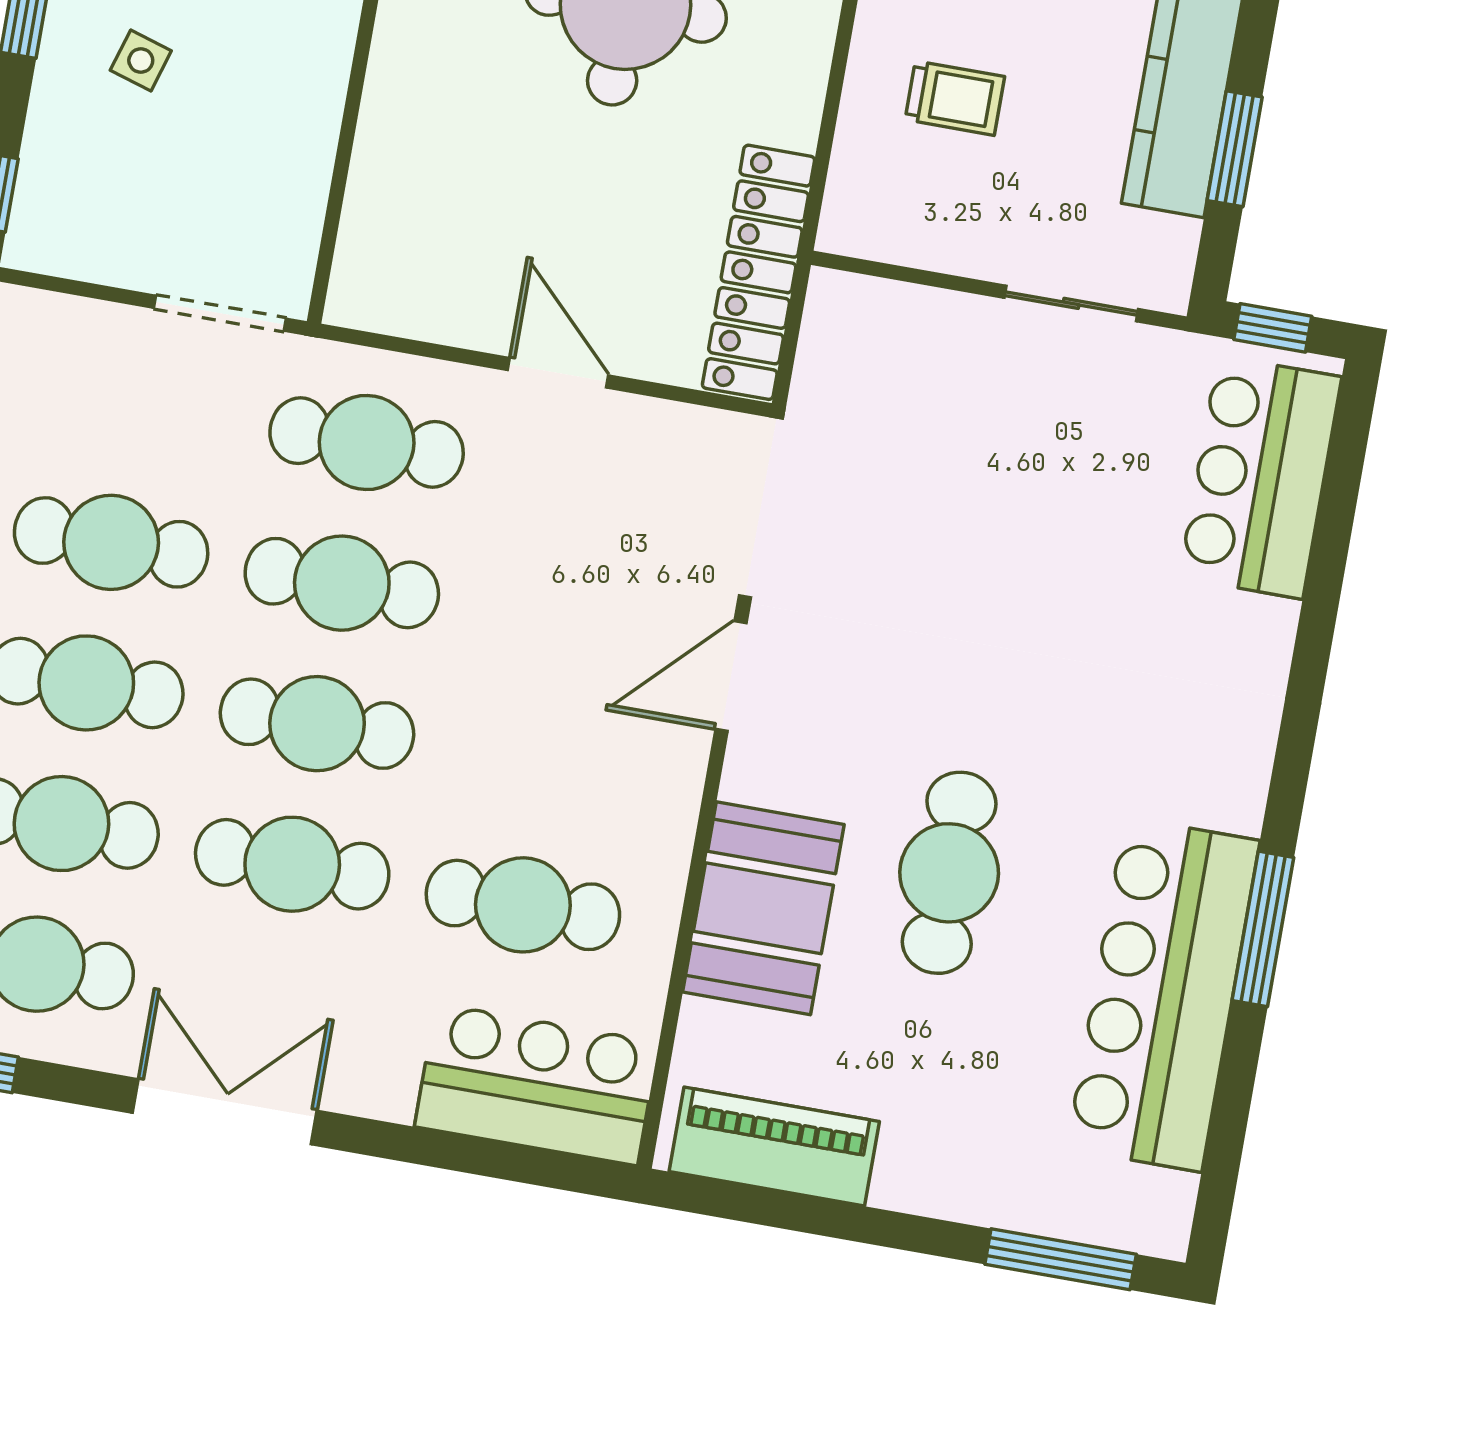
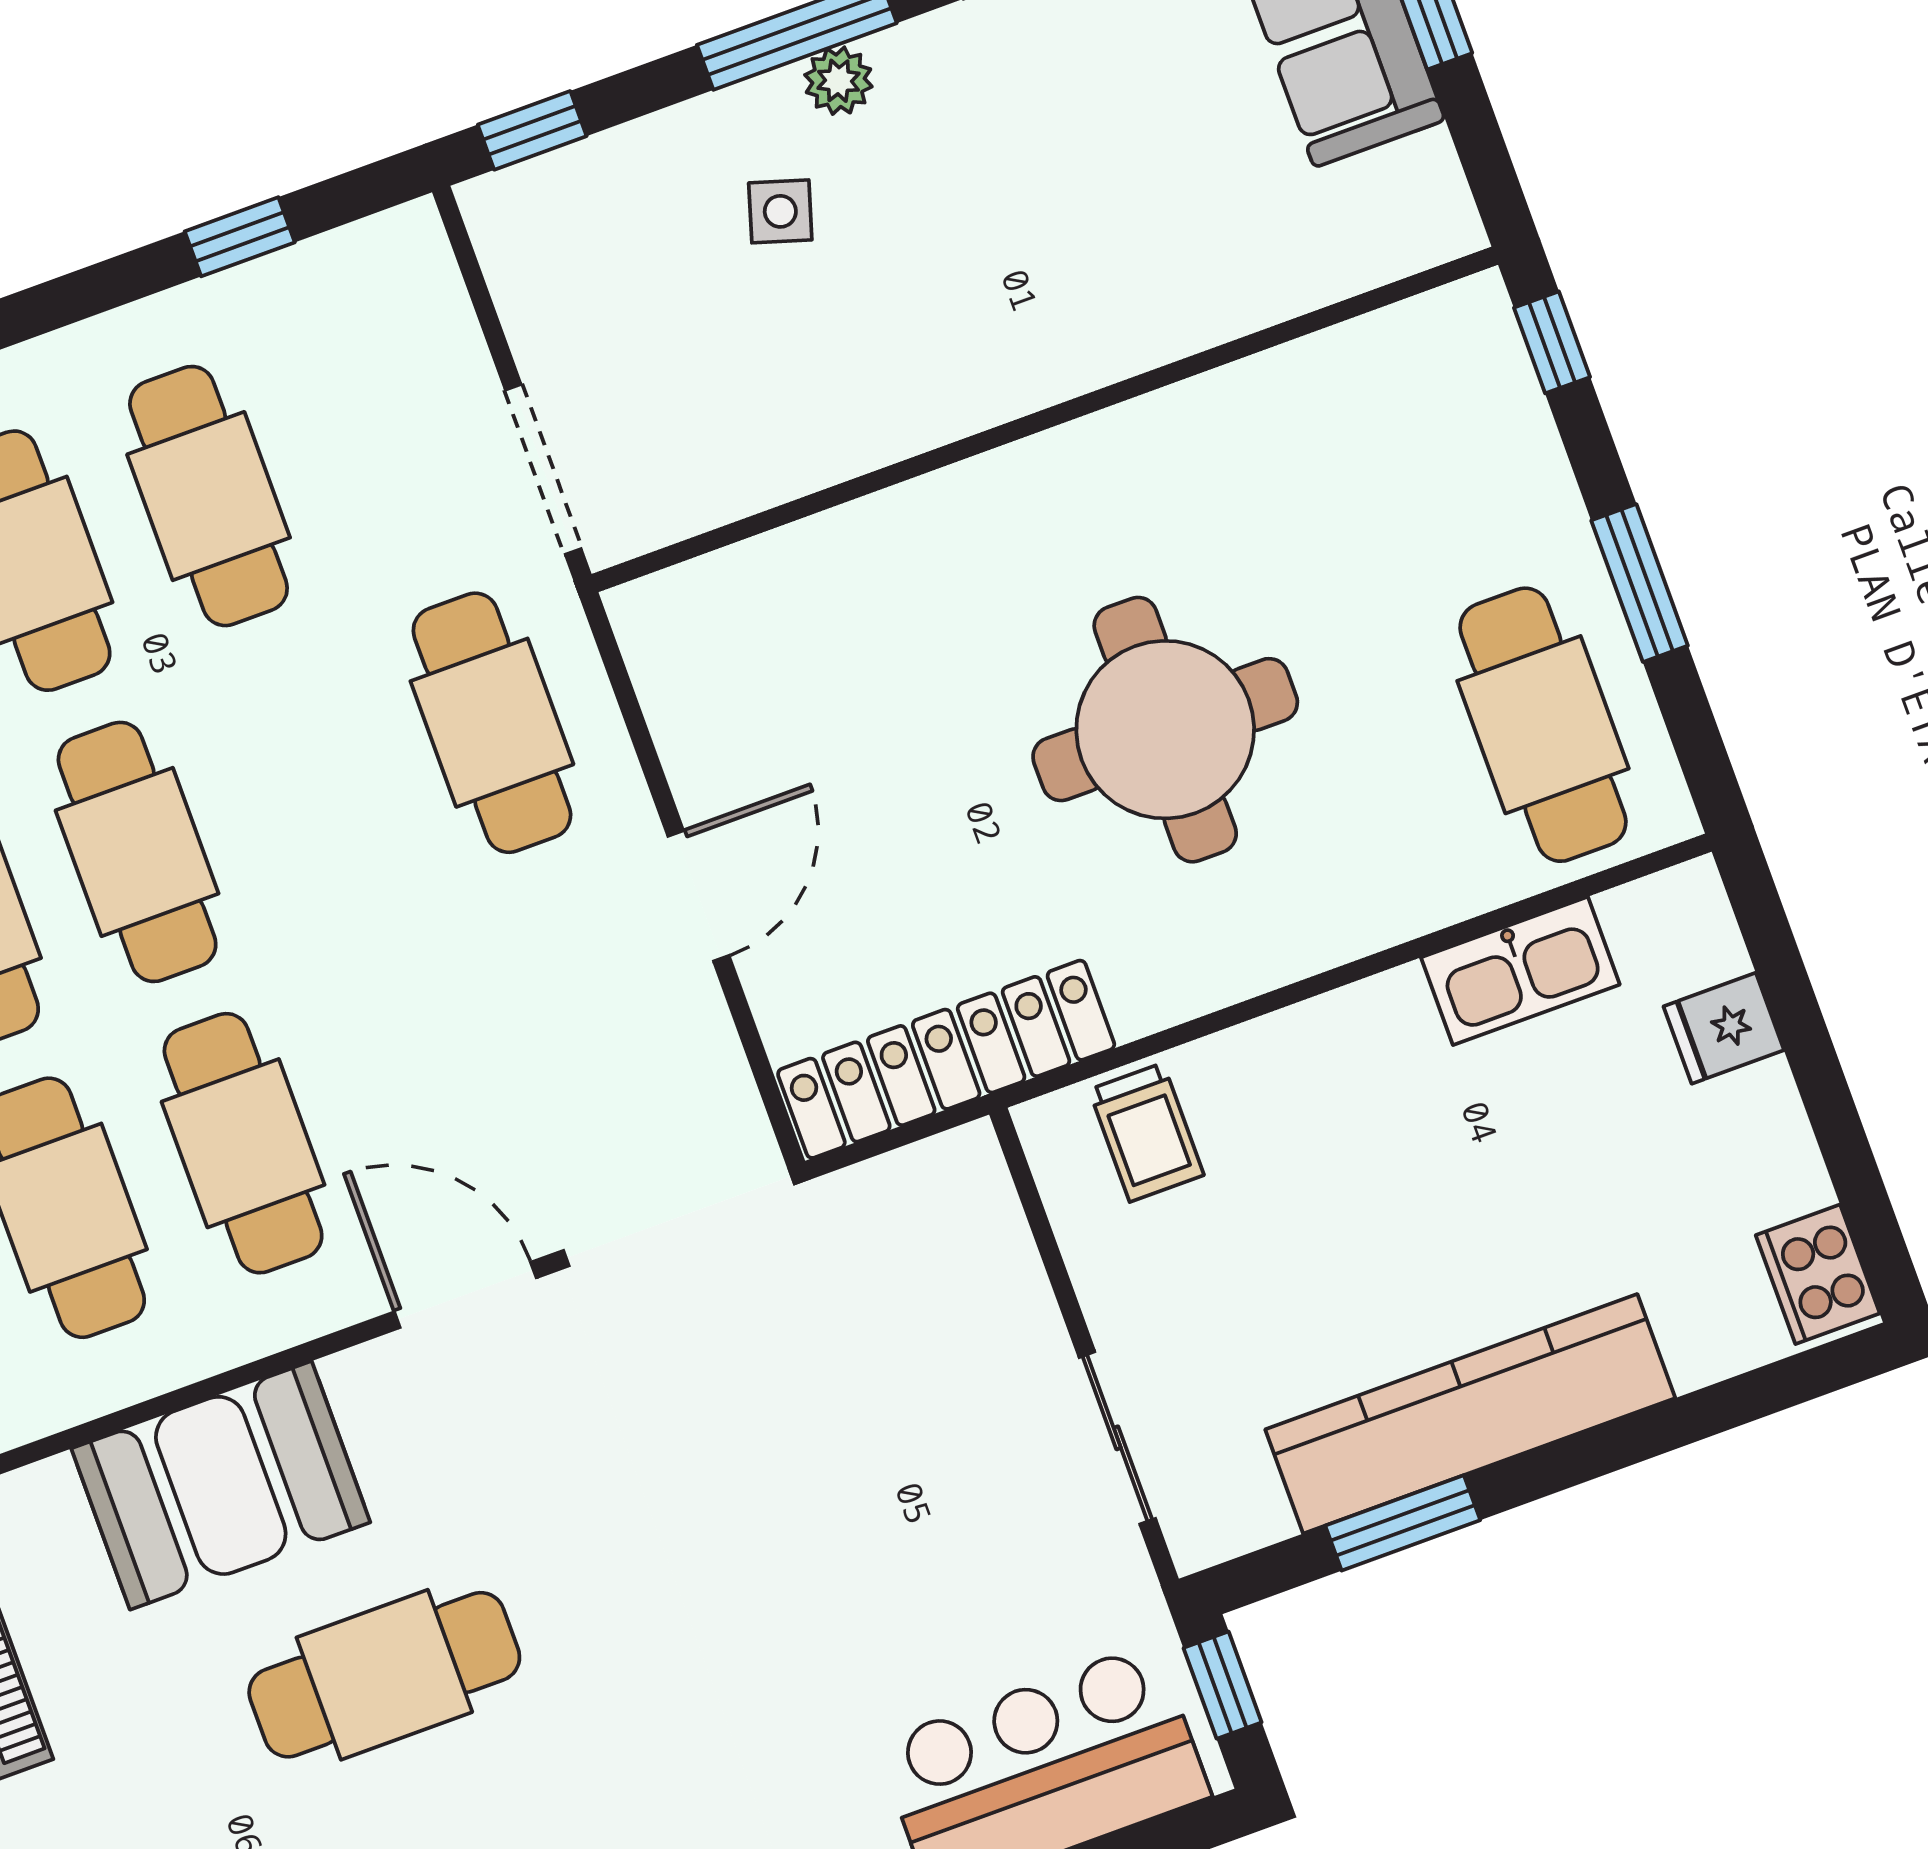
trolley: (955, 98) -> (1146, 1132), moved
cafe table: (342, 583) -> (243, 1143), moved

